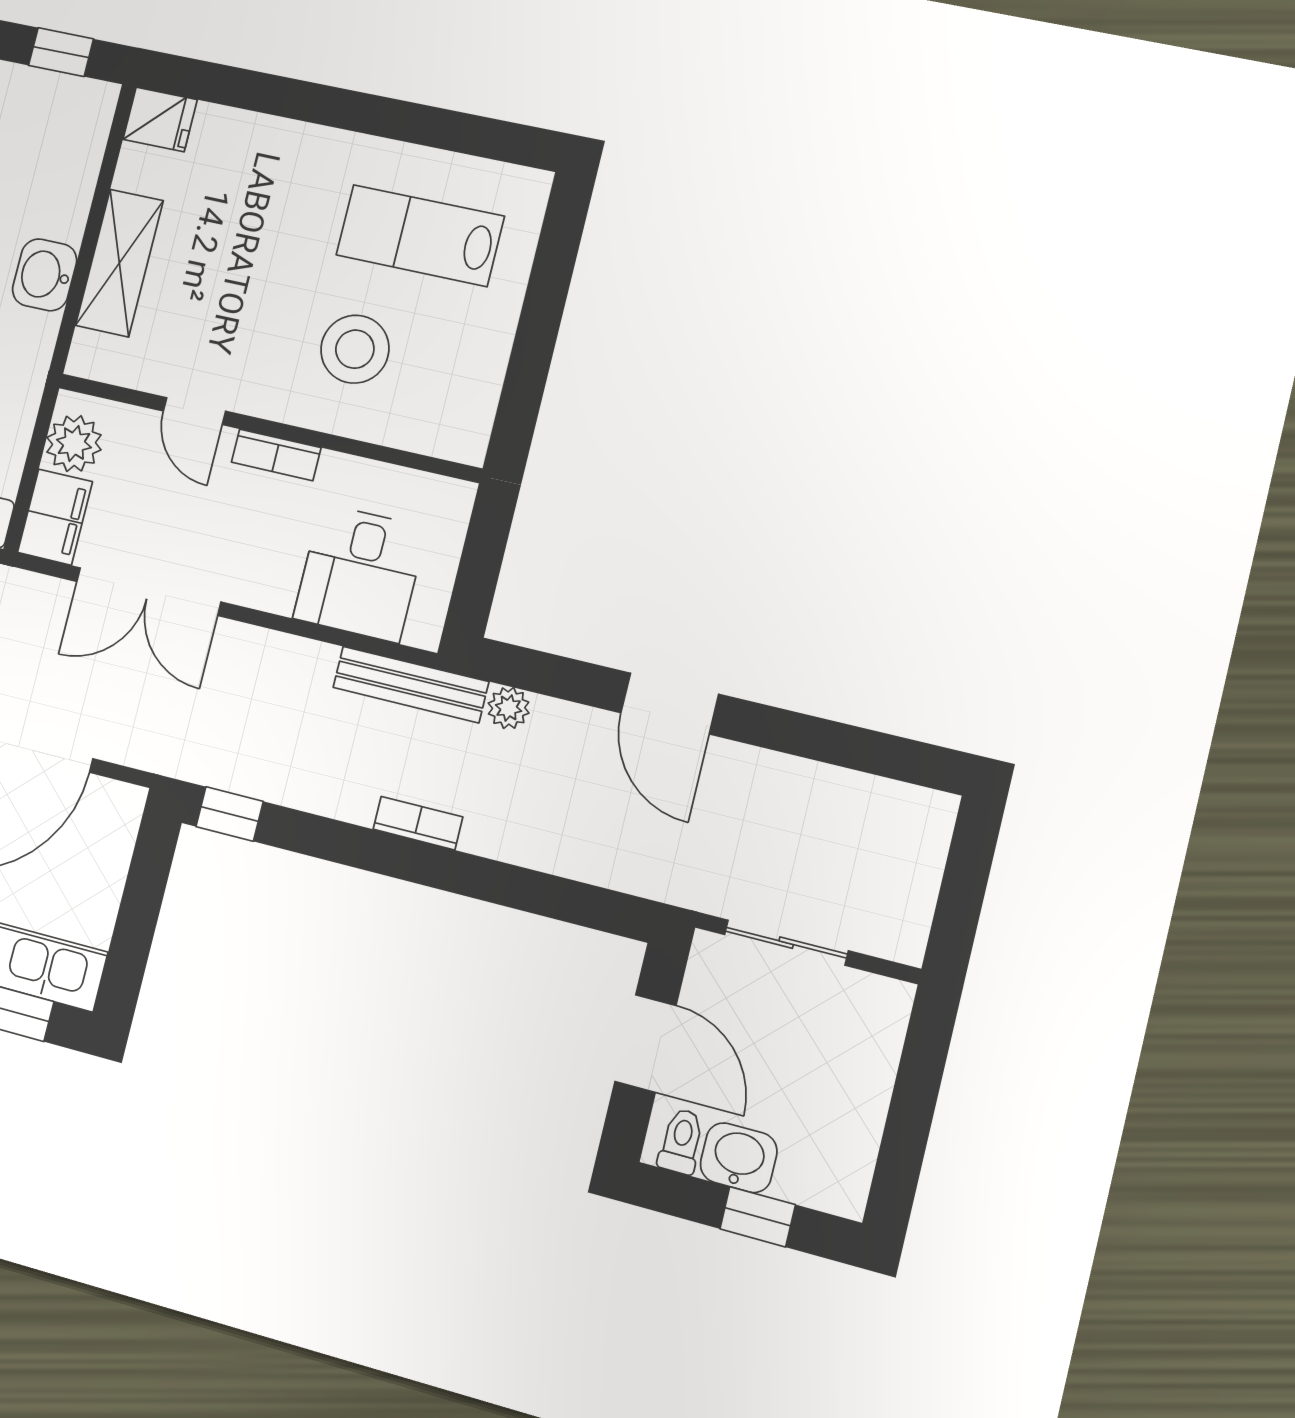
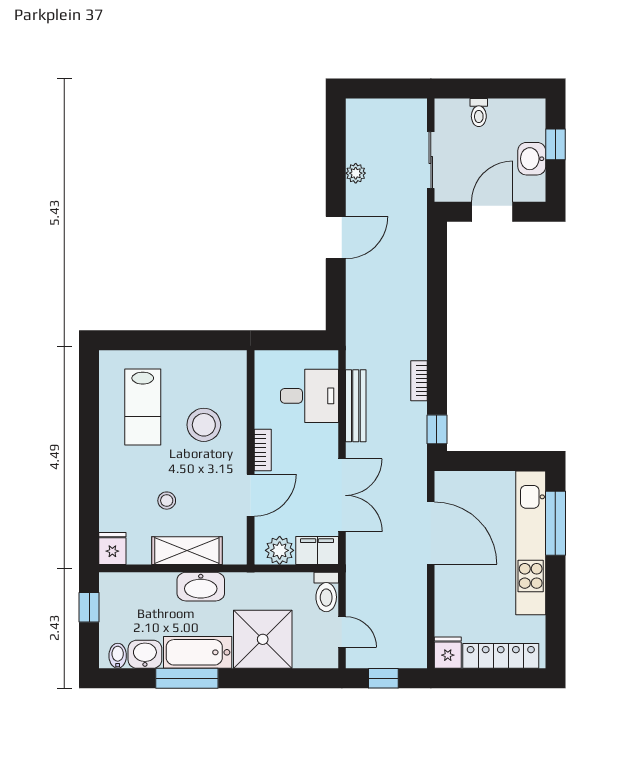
stool: (225, 244) -> (167, 501), added
washbasin: (45, 275) -> (201, 587), width x1.38
door: (194, 411) -> (251, 495), width x1.38
bench: (411, 684) -> (356, 406), moved
plant: (509, 708) -> (356, 173), moved
bookcase: (418, 823) -> (419, 381), moved
toilet: (681, 1141) -> (479, 113), moved, turned -90

